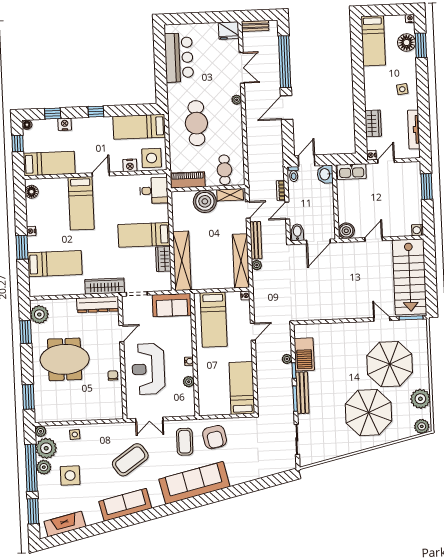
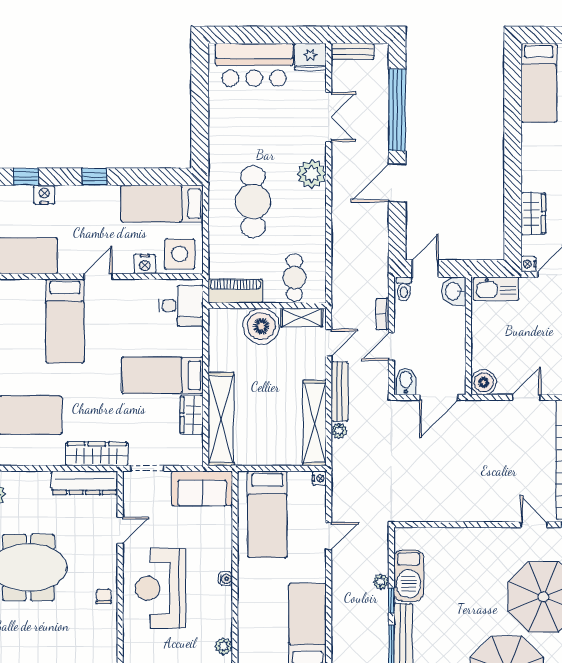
bar counter: (179, 58) -> (254, 65), moved, turned 90
plant: (237, 100) -> (312, 174), width x1.87, depth x1.87
plant: (189, 382) -> (224, 646), moved

